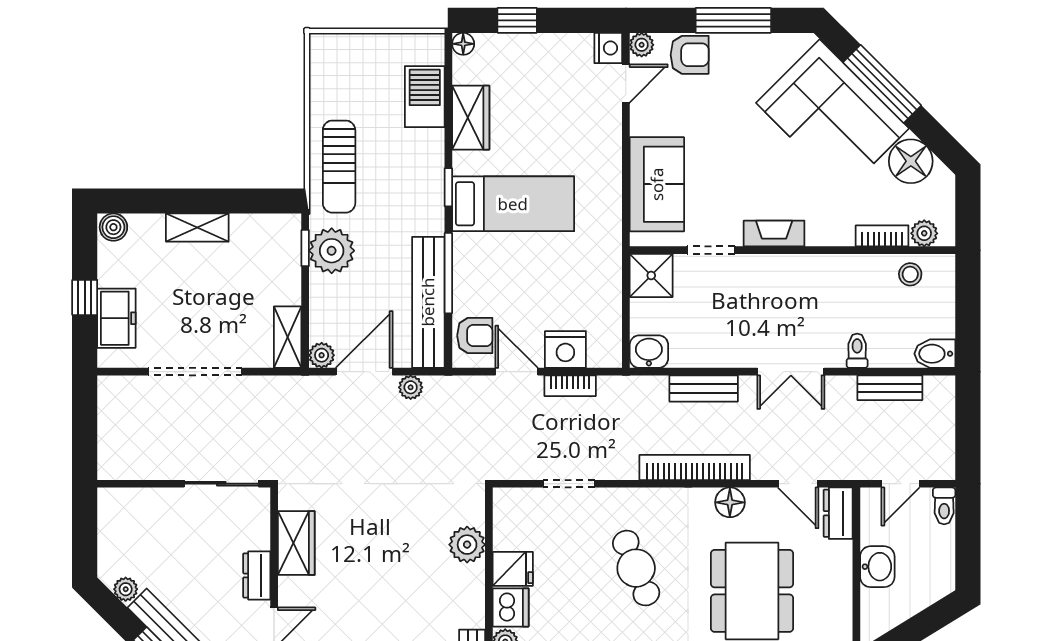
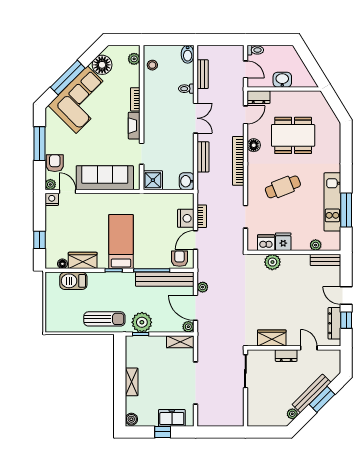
floor lamp: (463, 44) -> (62, 264), moved
sofa: (657, 184) -> (105, 178), width x1.36
bookcase: (882, 236) -> (135, 99), moved
dishwasher: (511, 607) -> (266, 243), moved

